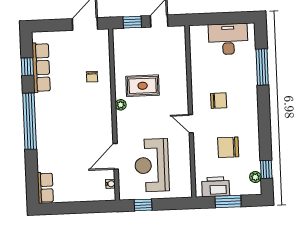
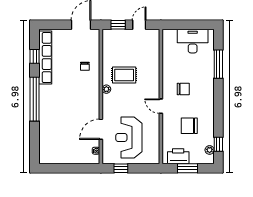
row of seats: (41, 68) -> (45, 58), width x1.36
row of seats: (45, 188) -> (45, 152), removed

